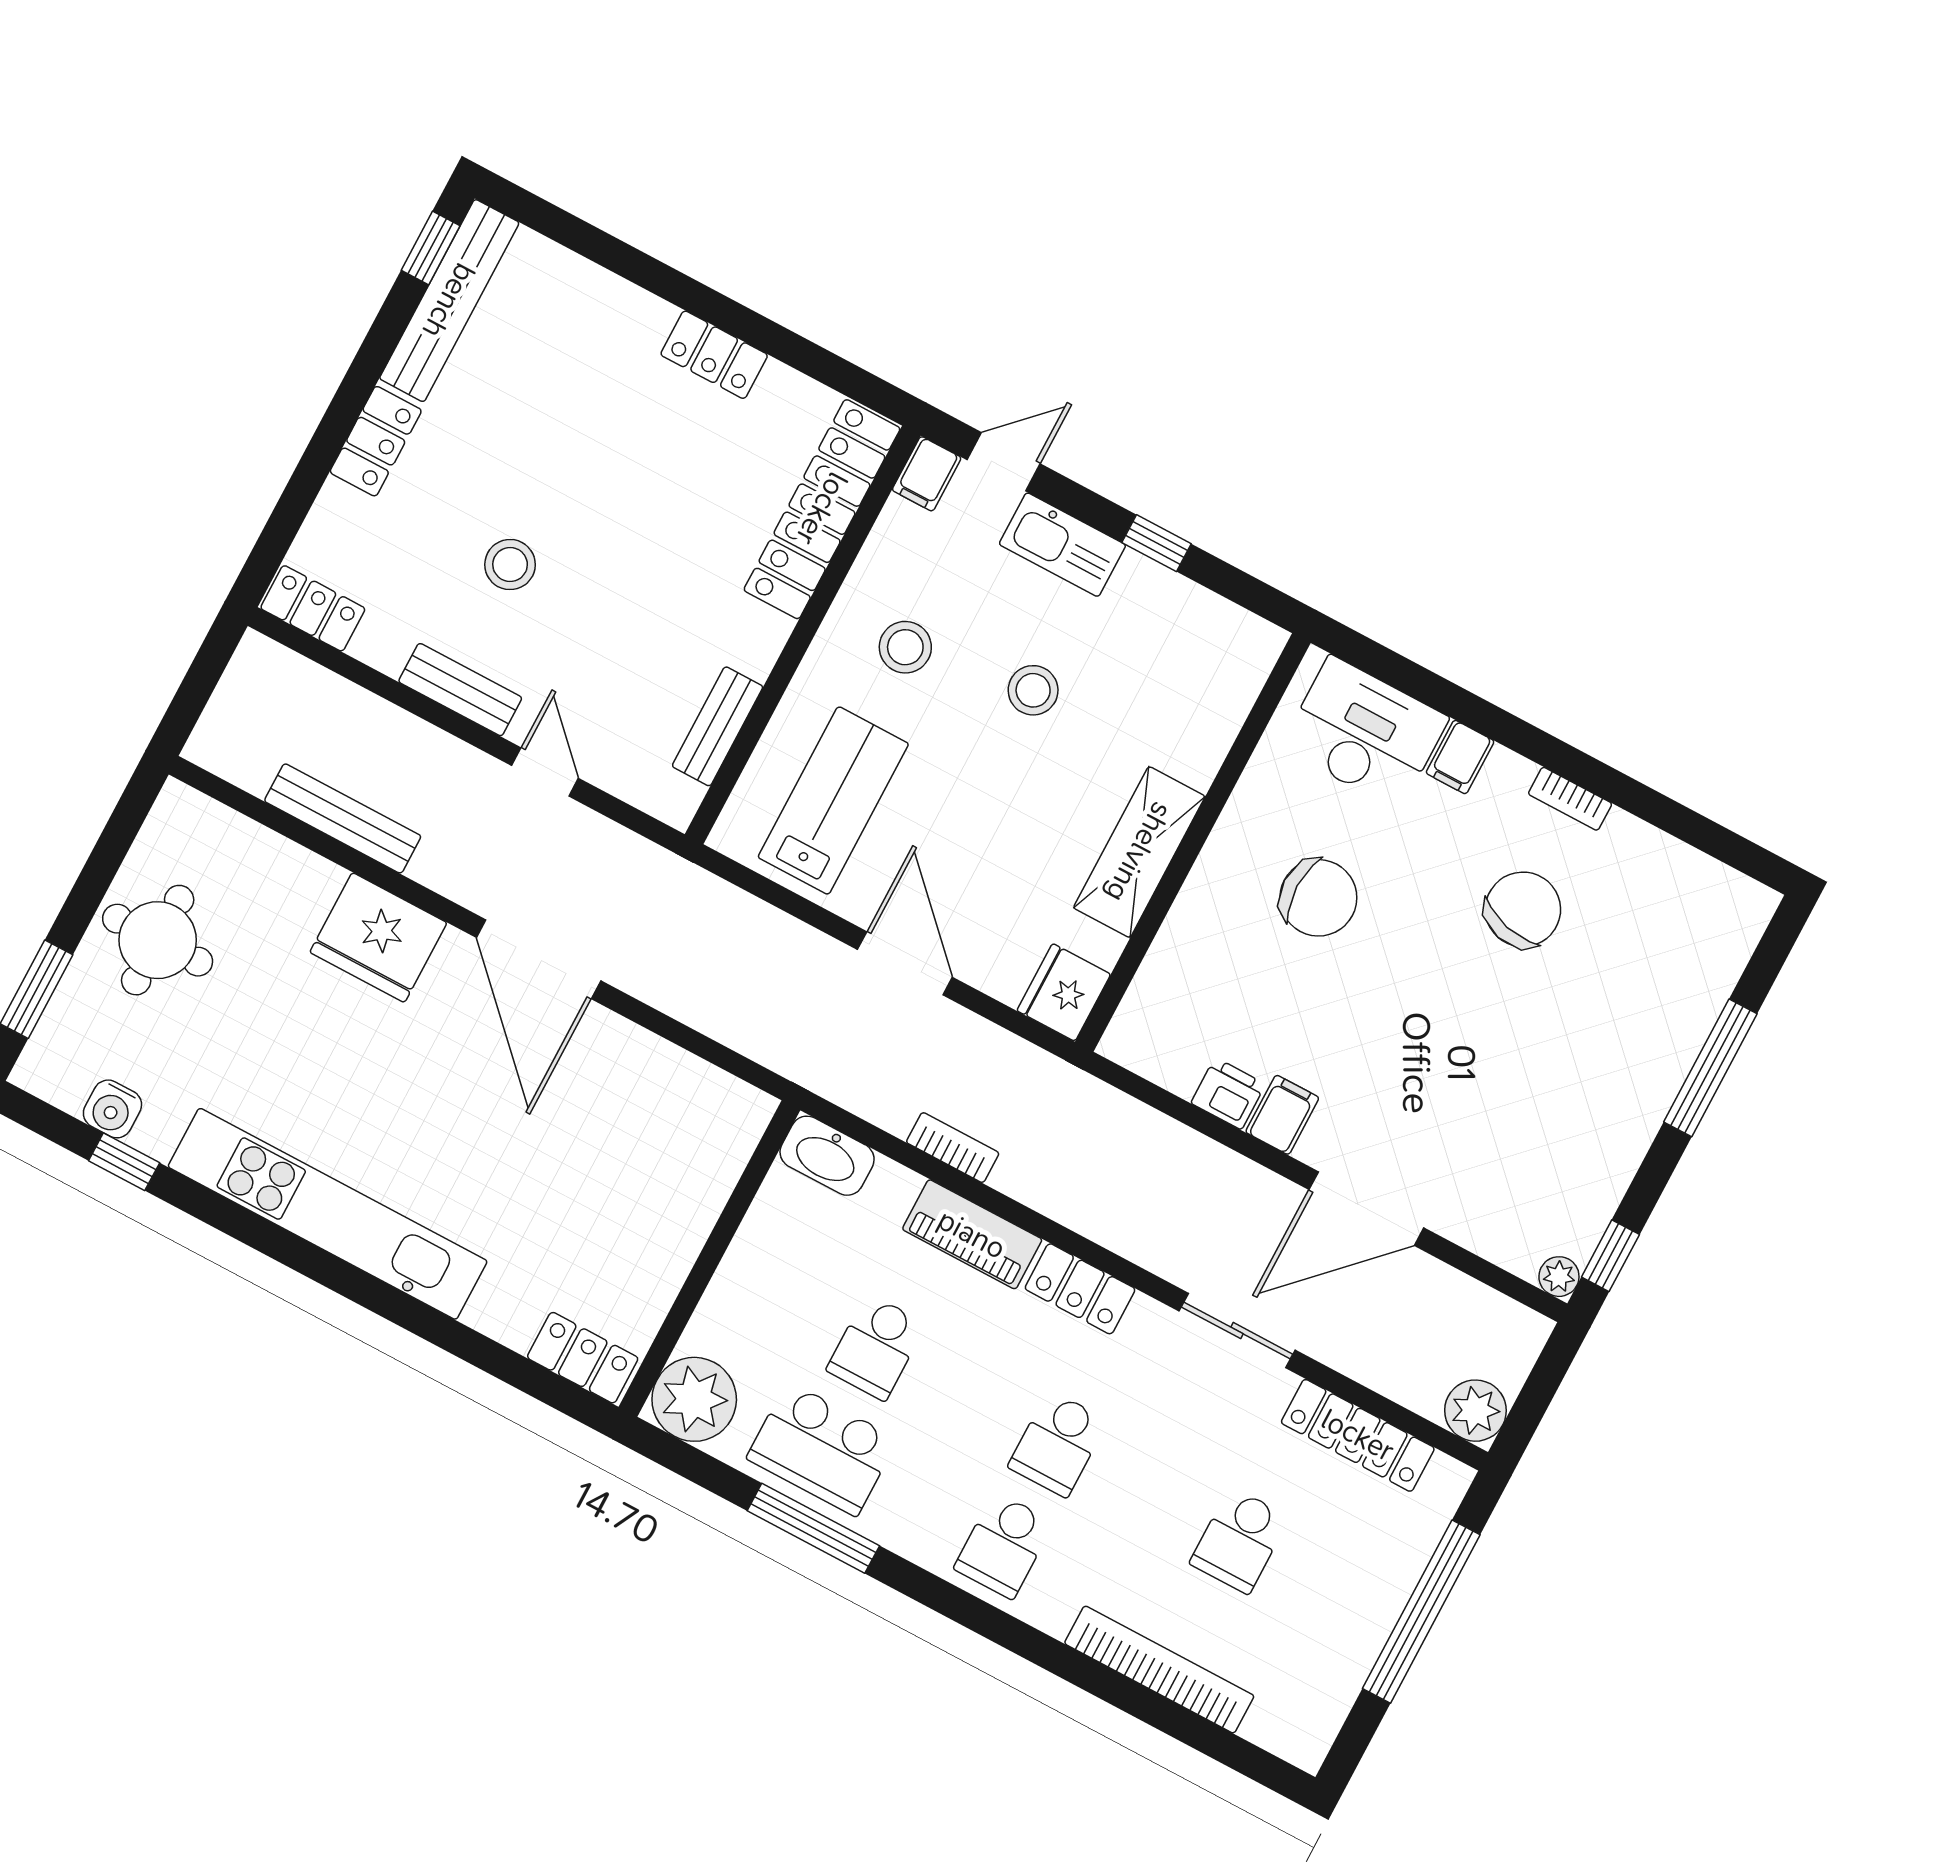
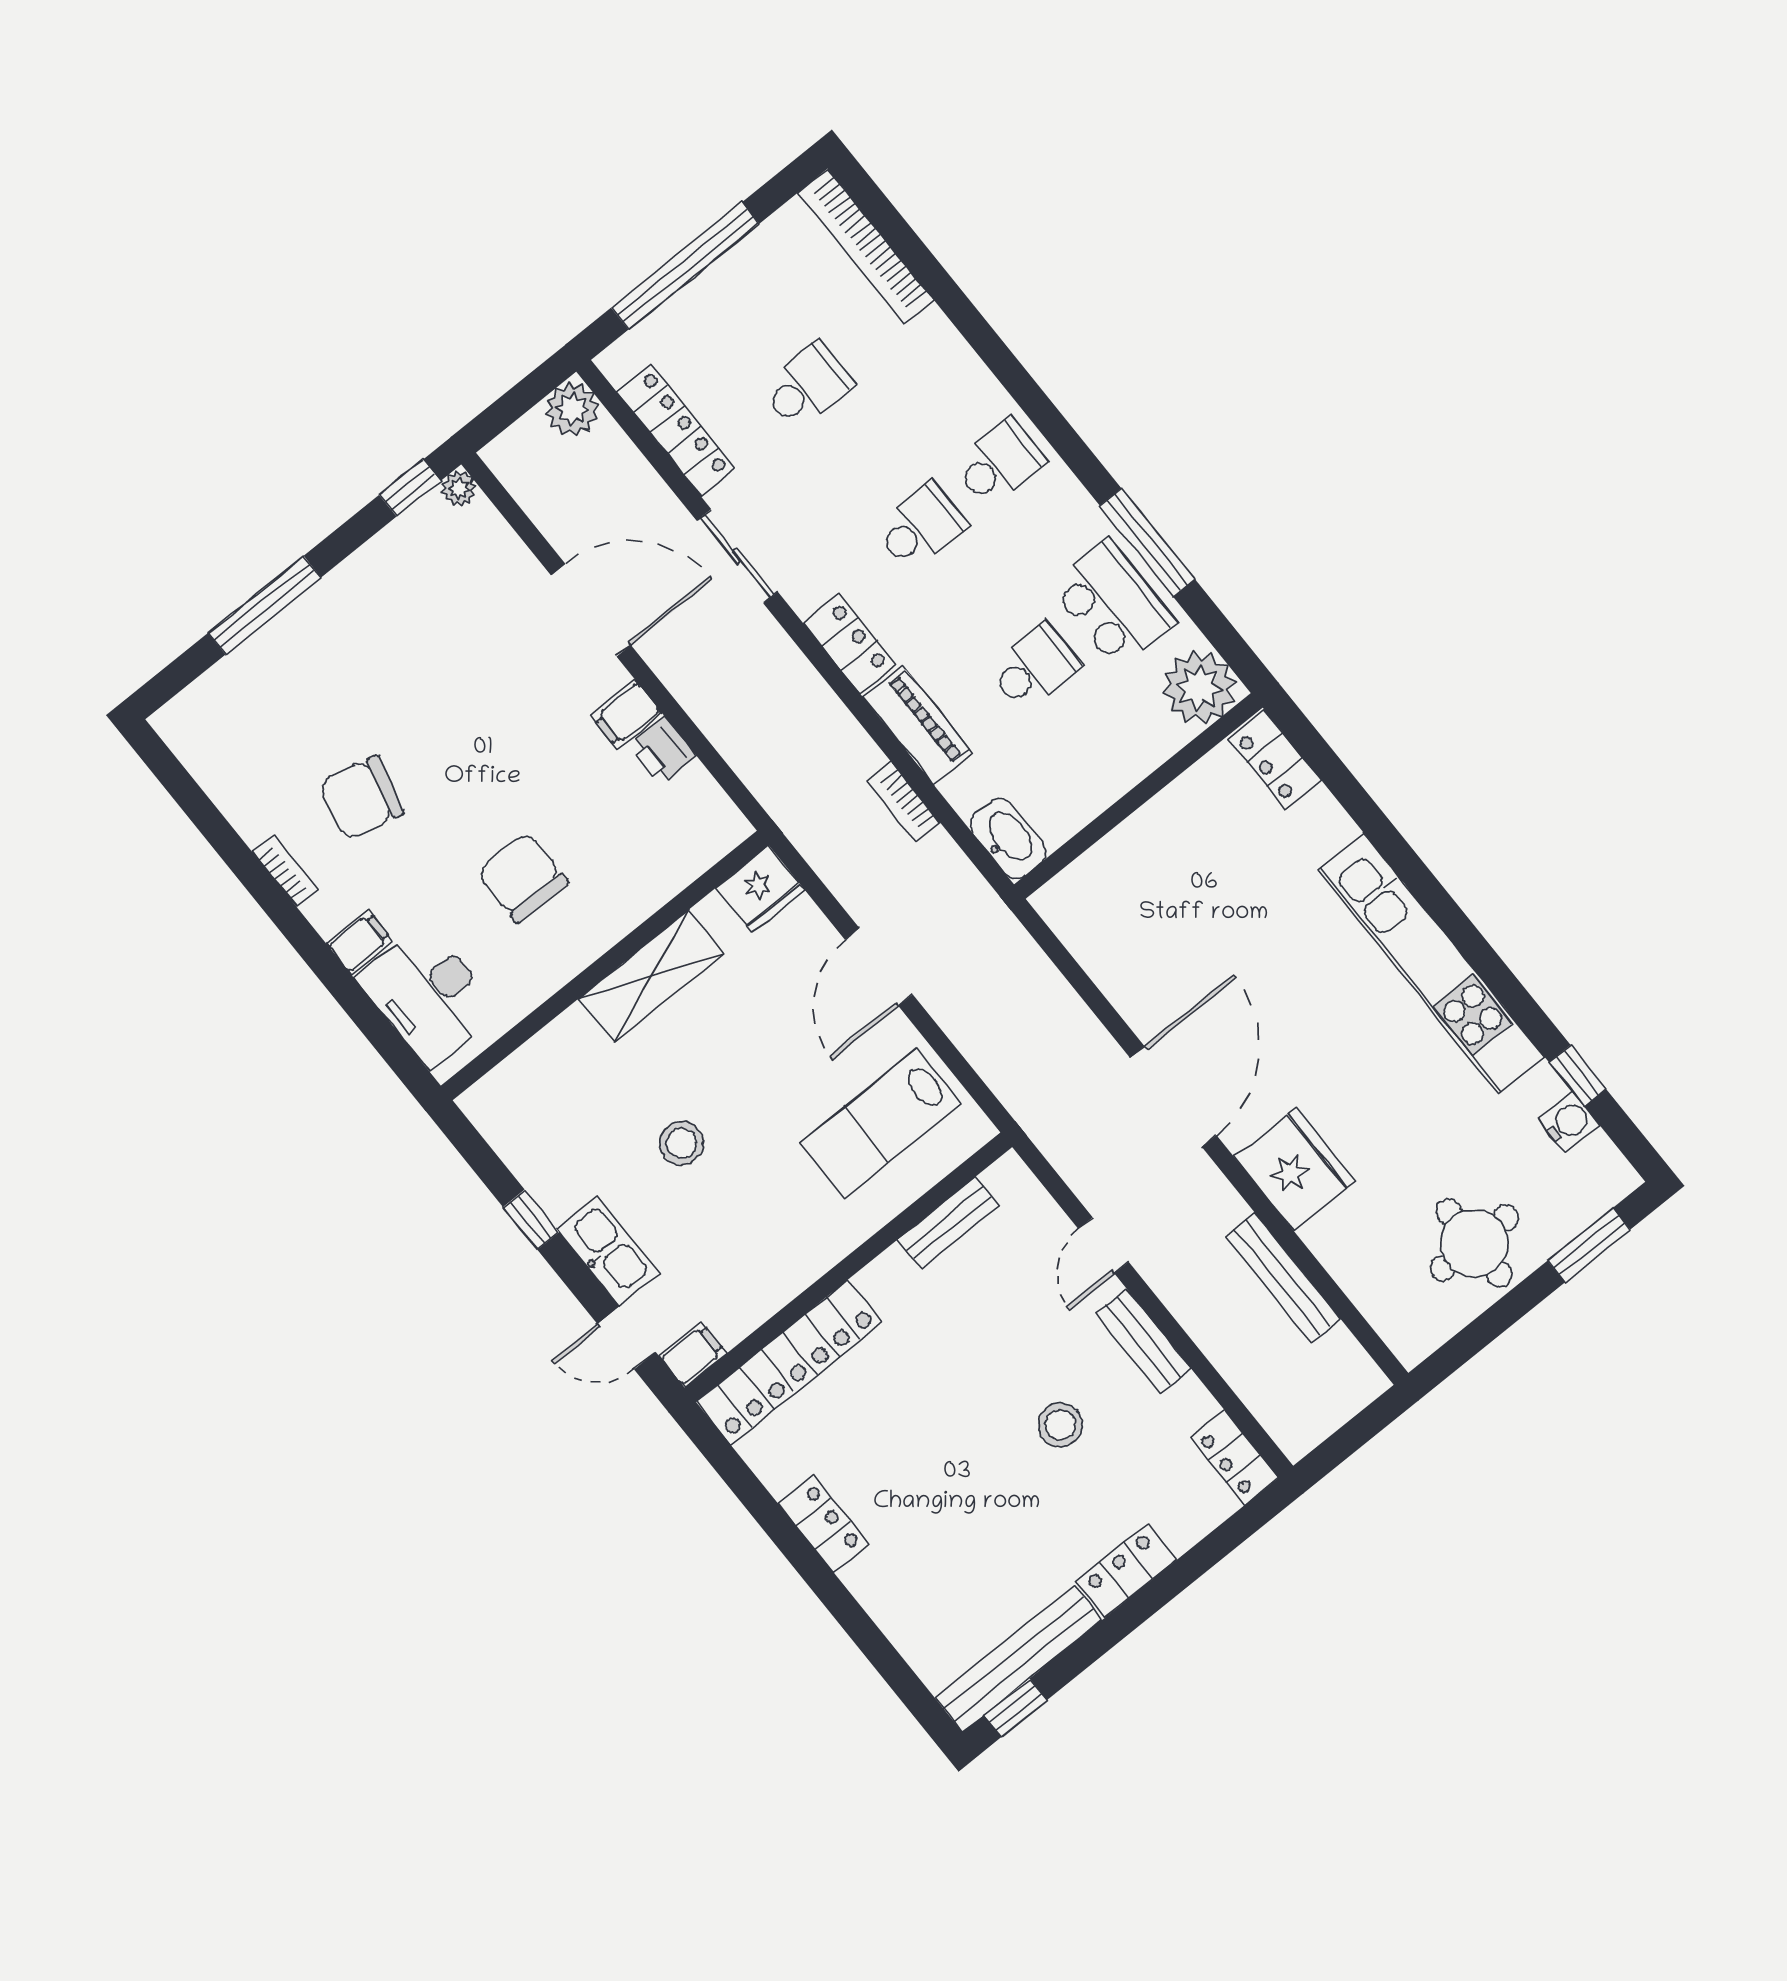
stool: (905, 647) -> (770, 1222), removed
bookcase: (1159, 1670) -> (866, 246), moved

